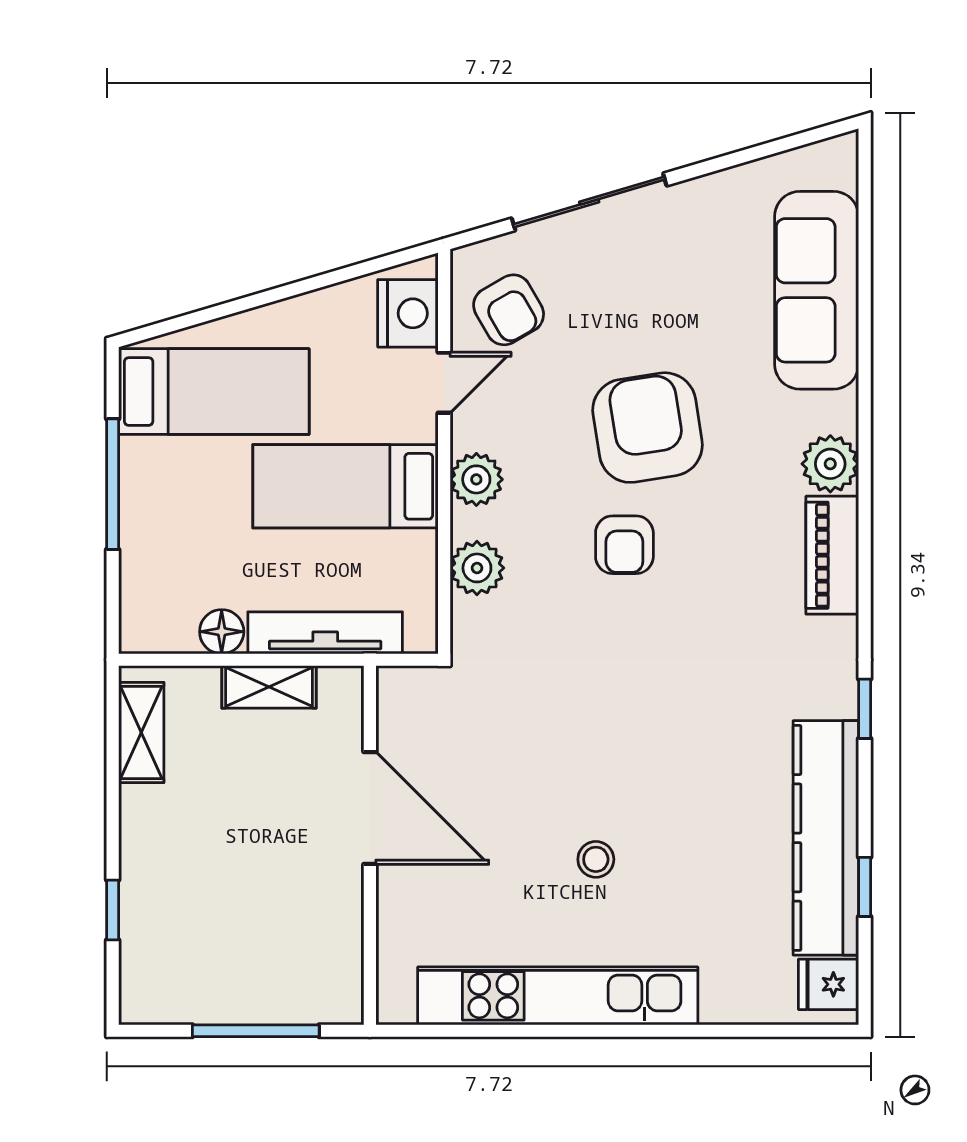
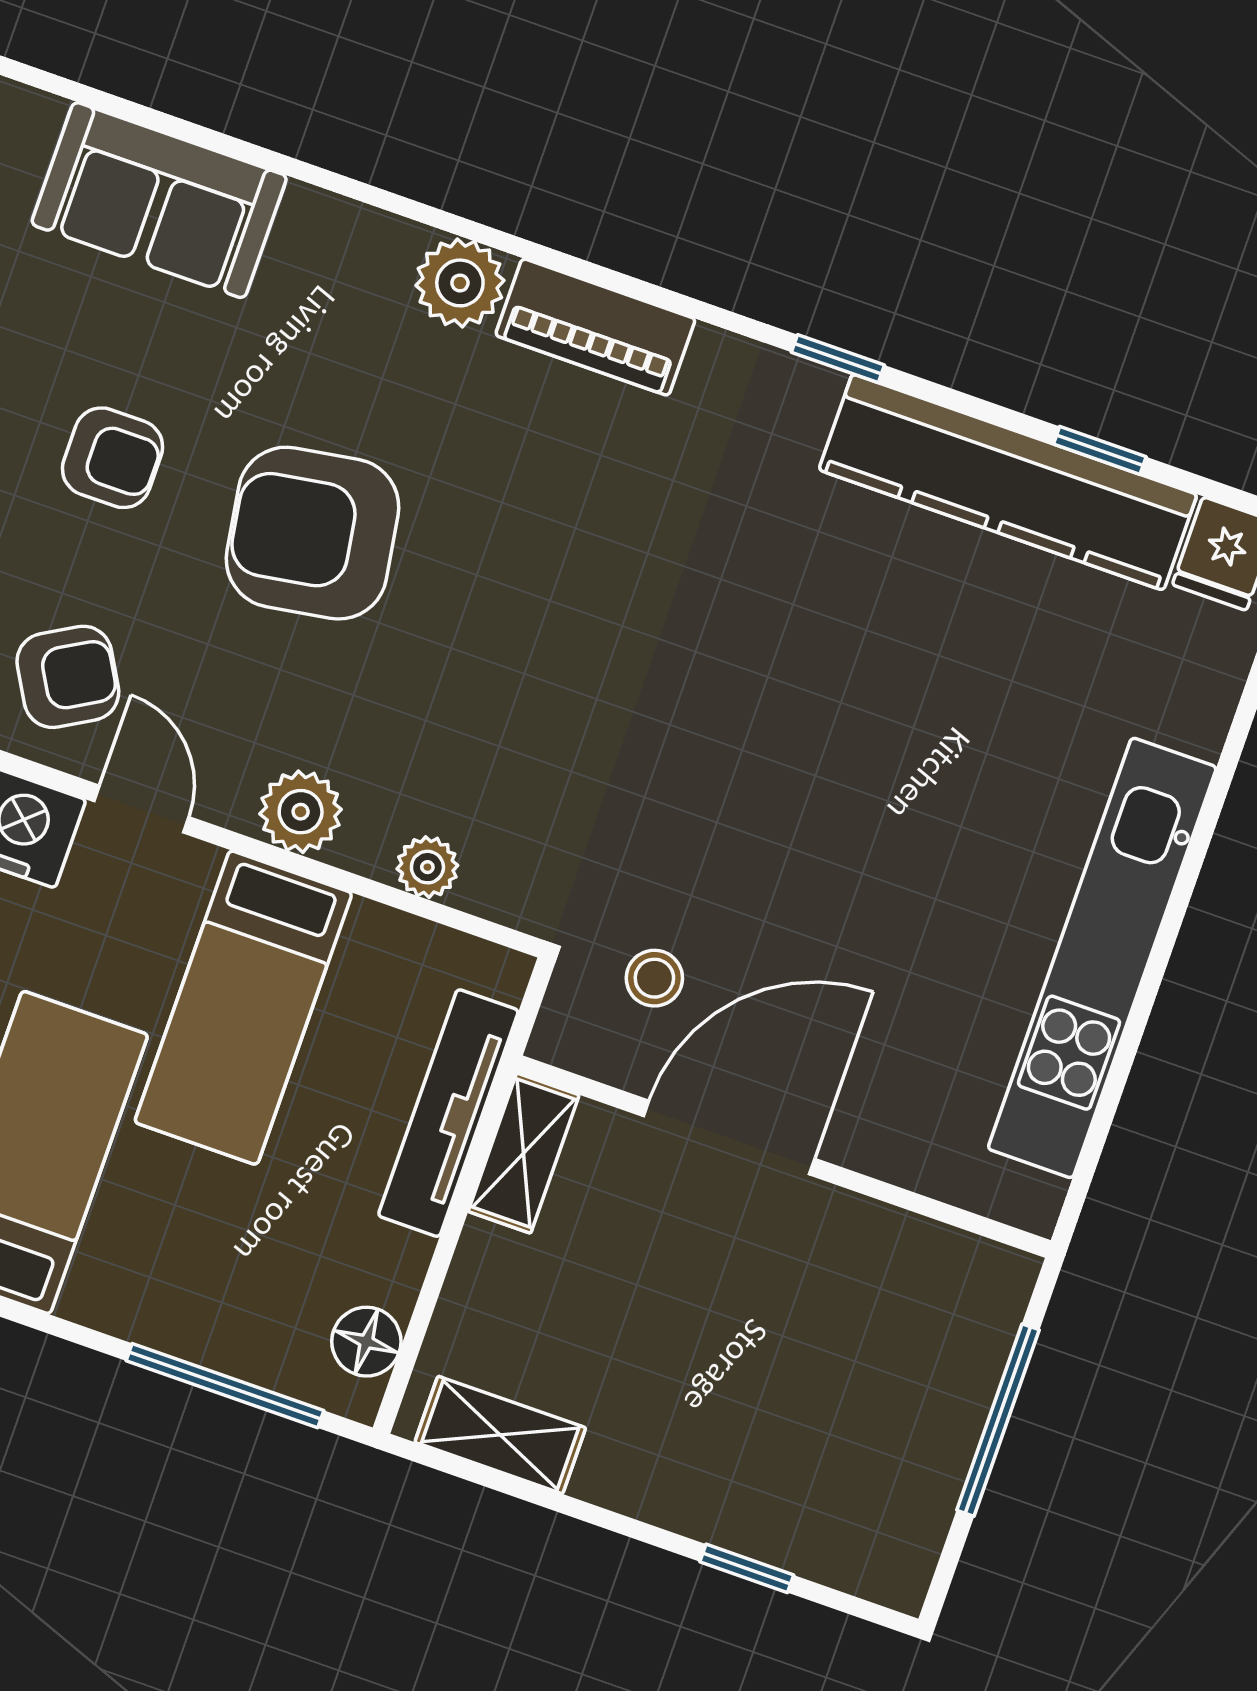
sofa: (817, 290) -> (159, 200), width x0.73
window: (113, 484) -> (225, 1386), moved
armchair: (624, 545) -> (112, 458), moved
plant: (477, 568) -> (427, 867), width x0.73, depth x0.73
floor lamp: (222, 632) -> (366, 1342), moved
shelving: (269, 687) -> (524, 1153), moved
stool: (596, 859) -> (654, 978), moved

